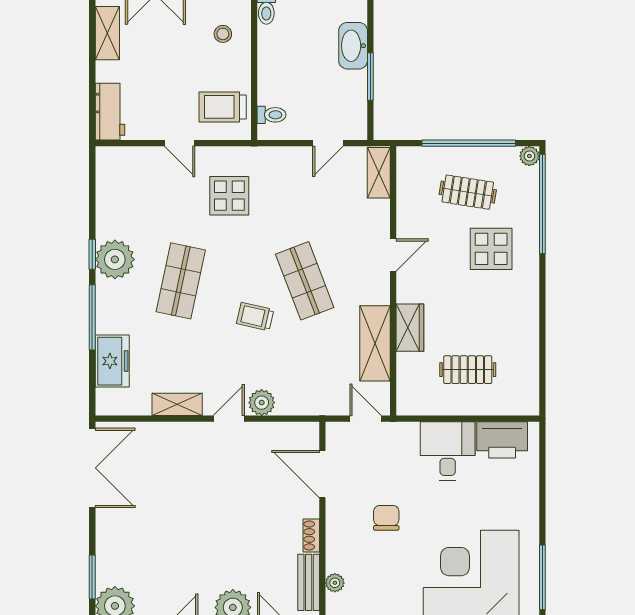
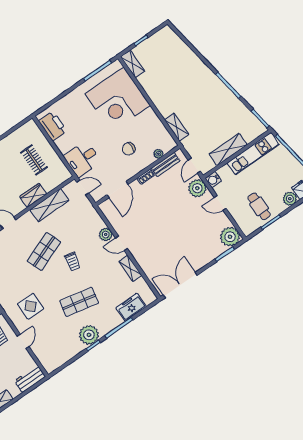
door: (366, 419) -> (83, 188), swing flipped
desk: (448, 451) -> (82, 159), moved
chair: (386, 518) -> (129, 149), moved

